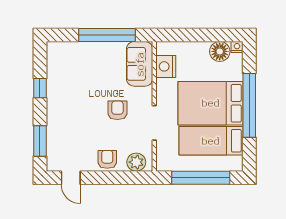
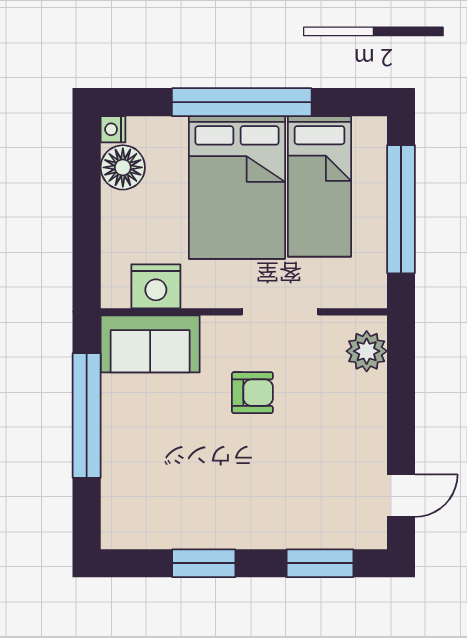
window: (40, 88) -> (204, 563), width x1.50
armchair: (117, 110) -> (252, 393), turned 180
armchair: (107, 159) -> (360, 415), removed

